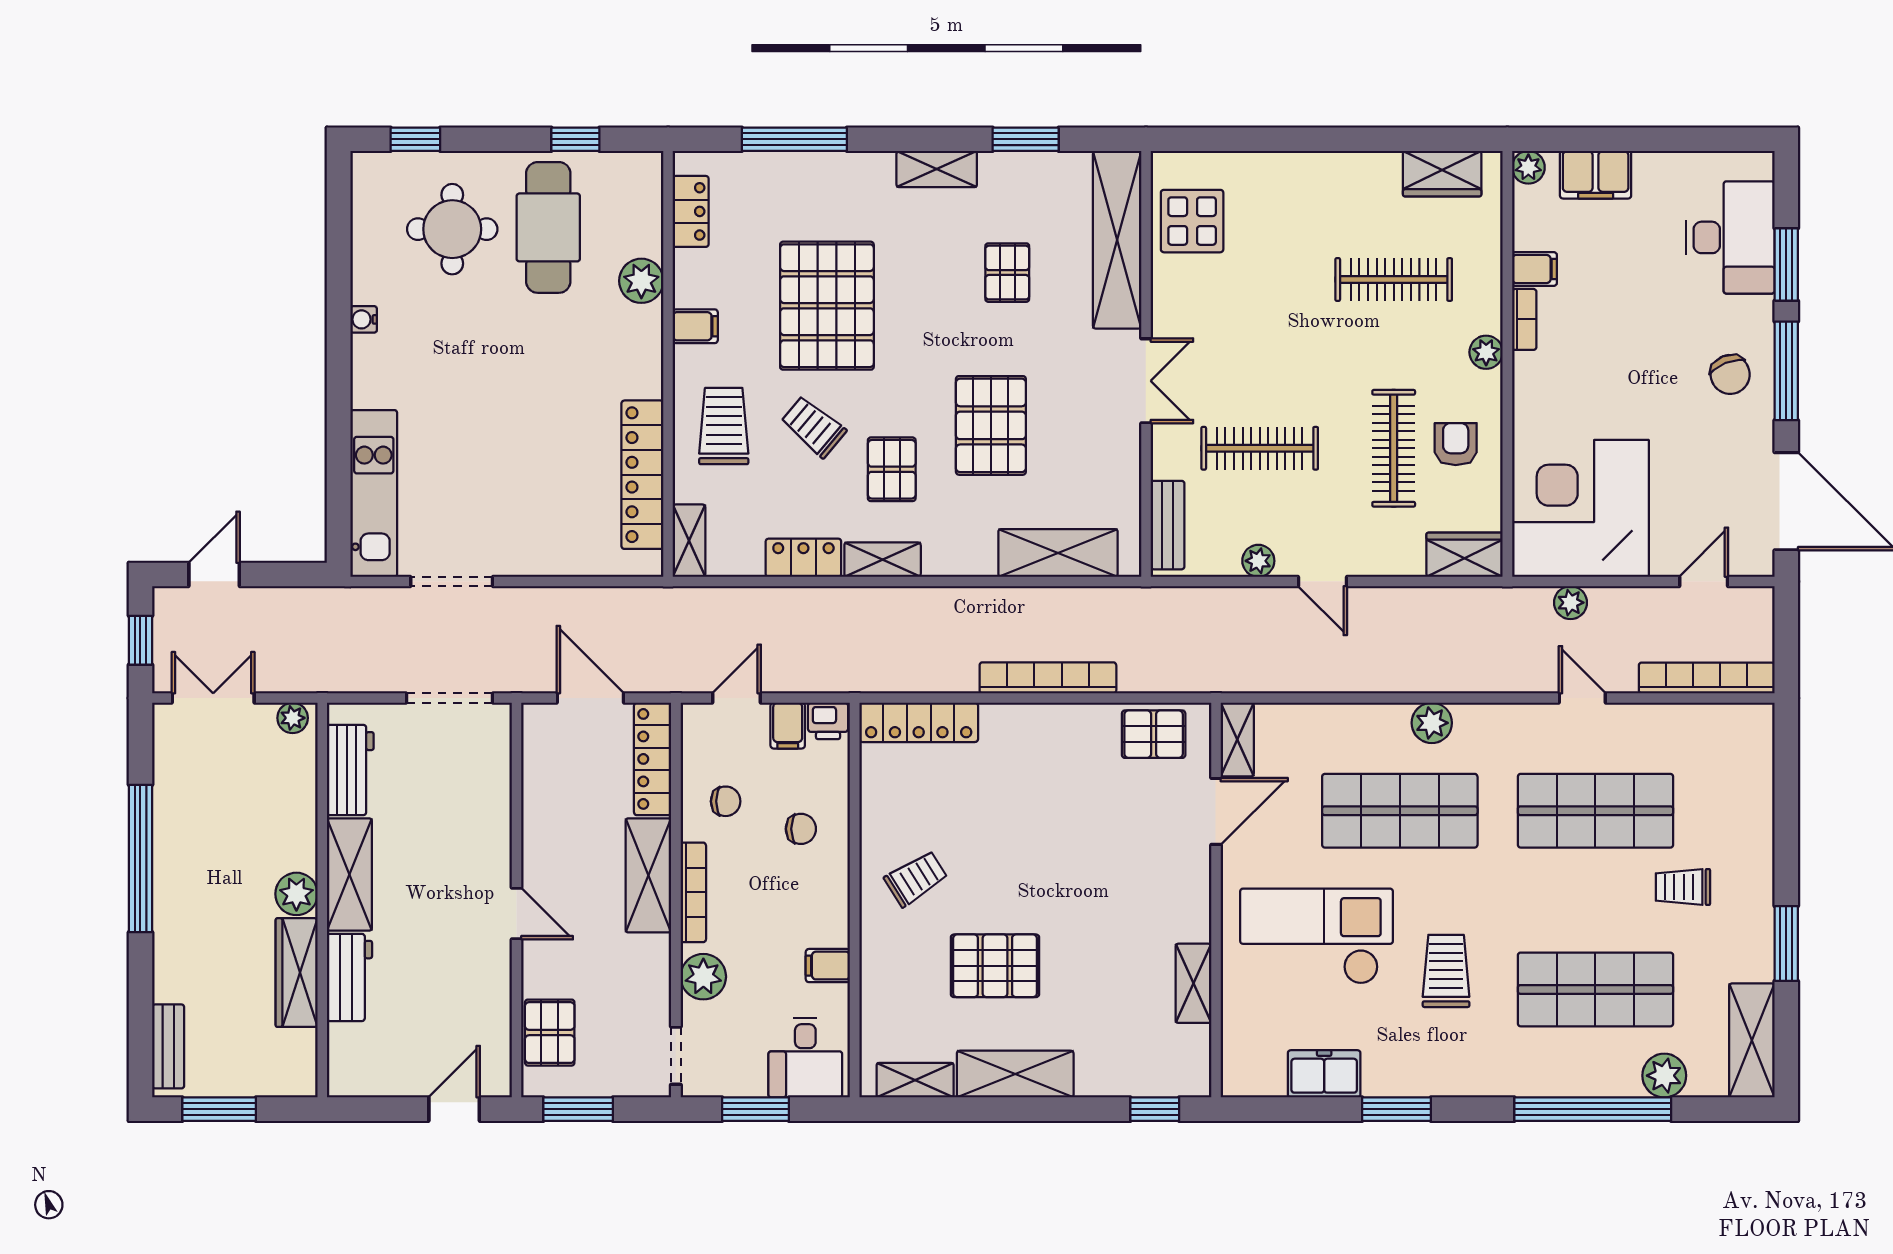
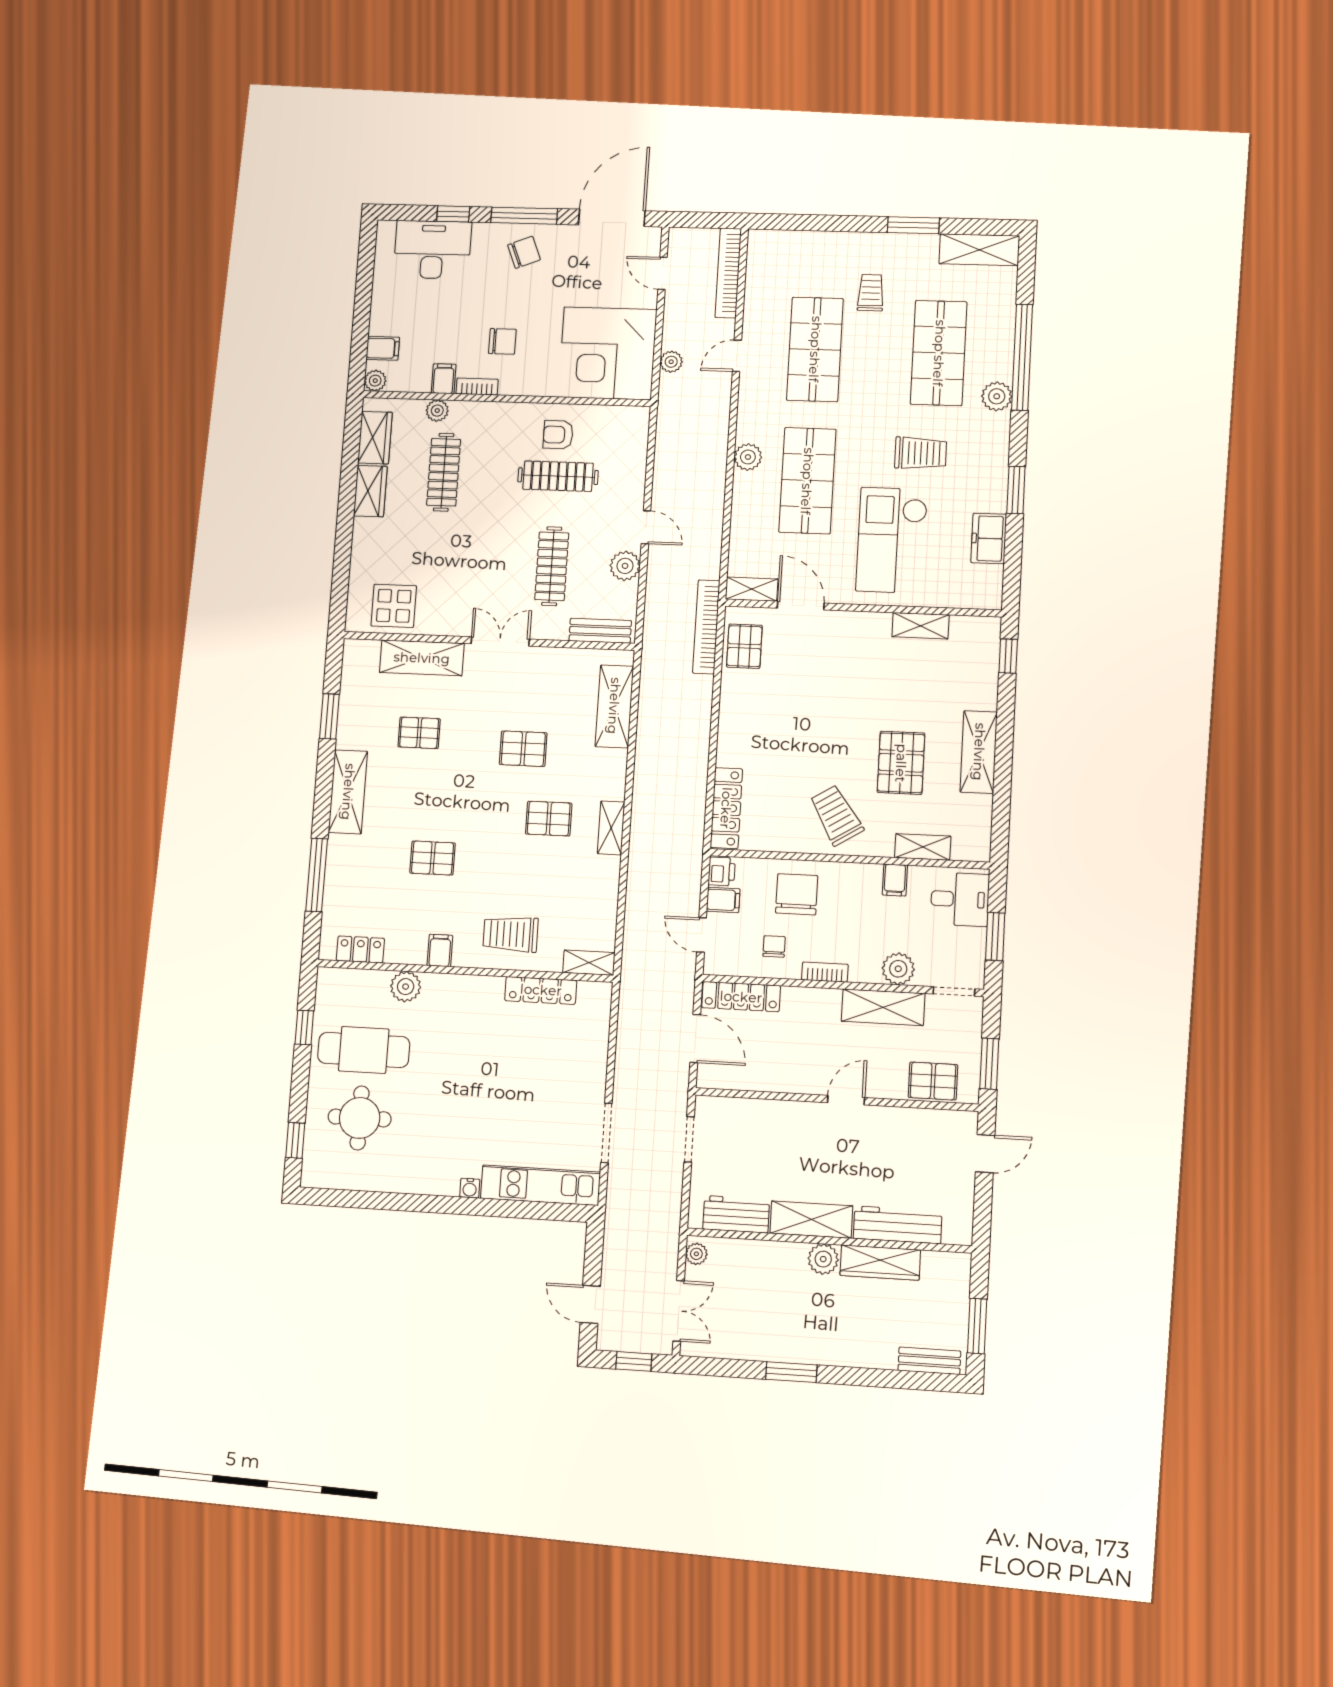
shelving: (937, 169) -> (348, 792), width x1.50, depth x1.33
filing cabinet: (1596, 175) -> (383, 348), width x0.50
shelving: (1117, 240) -> (422, 658), width x0.68
window: (1786, 264) -> (453, 214), width x0.67
pallet: (827, 306) -> (433, 858), width x0.49, depth x0.50
water cooler: (364, 319) -> (470, 1188), moved
plant: (1486, 352) -> (437, 411), moved
chair: (1594, 352) -> (502, 341), added
pallet: (991, 425) -> (523, 749), width x0.67, depth x0.71
trolley: (813, 427) -> (515, 871), removed
locker: (642, 475) -> (541, 990), width x0.71, depth x0.83
wardrobe: (1465, 555) -> (370, 491), moved, turned 180
locker: (803, 558) -> (606, 883), removed
plant: (1258, 561) -> (625, 566), width x1.38, depth x1.38
door: (1323, 581) -> (646, 527), hinge flipped
bookcase: (1048, 678) -> (706, 627), moved
double door: (213, 698) -> (679, 1311), swing flipped
doorway: (449, 698) -> (689, 1139), width x0.73
door: (590, 698) -> (695, 1039), swing flipped
chair: (801, 829) -> (797, 894), width x1.87, depth x1.87
window: (140, 859) -> (791, 1372), width x0.47
shelving: (648, 875) -> (883, 1007), moved
trolley: (916, 879) -> (836, 815), width x1.36, depth x1.39
trolley: (1683, 887) -> (871, 293), turned 180
bookcase: (693, 892) -> (825, 972), width x0.64
trolley: (1446, 971) -> (921, 453), turned 180
workbench: (349, 977) -> (898, 1225), width x1.38
plant: (1664, 1076) -> (997, 396), moved
shelving: (915, 1080) -> (923, 847), moved, turned 90
door: (454, 1109) -> (985, 1154), swing flipped

